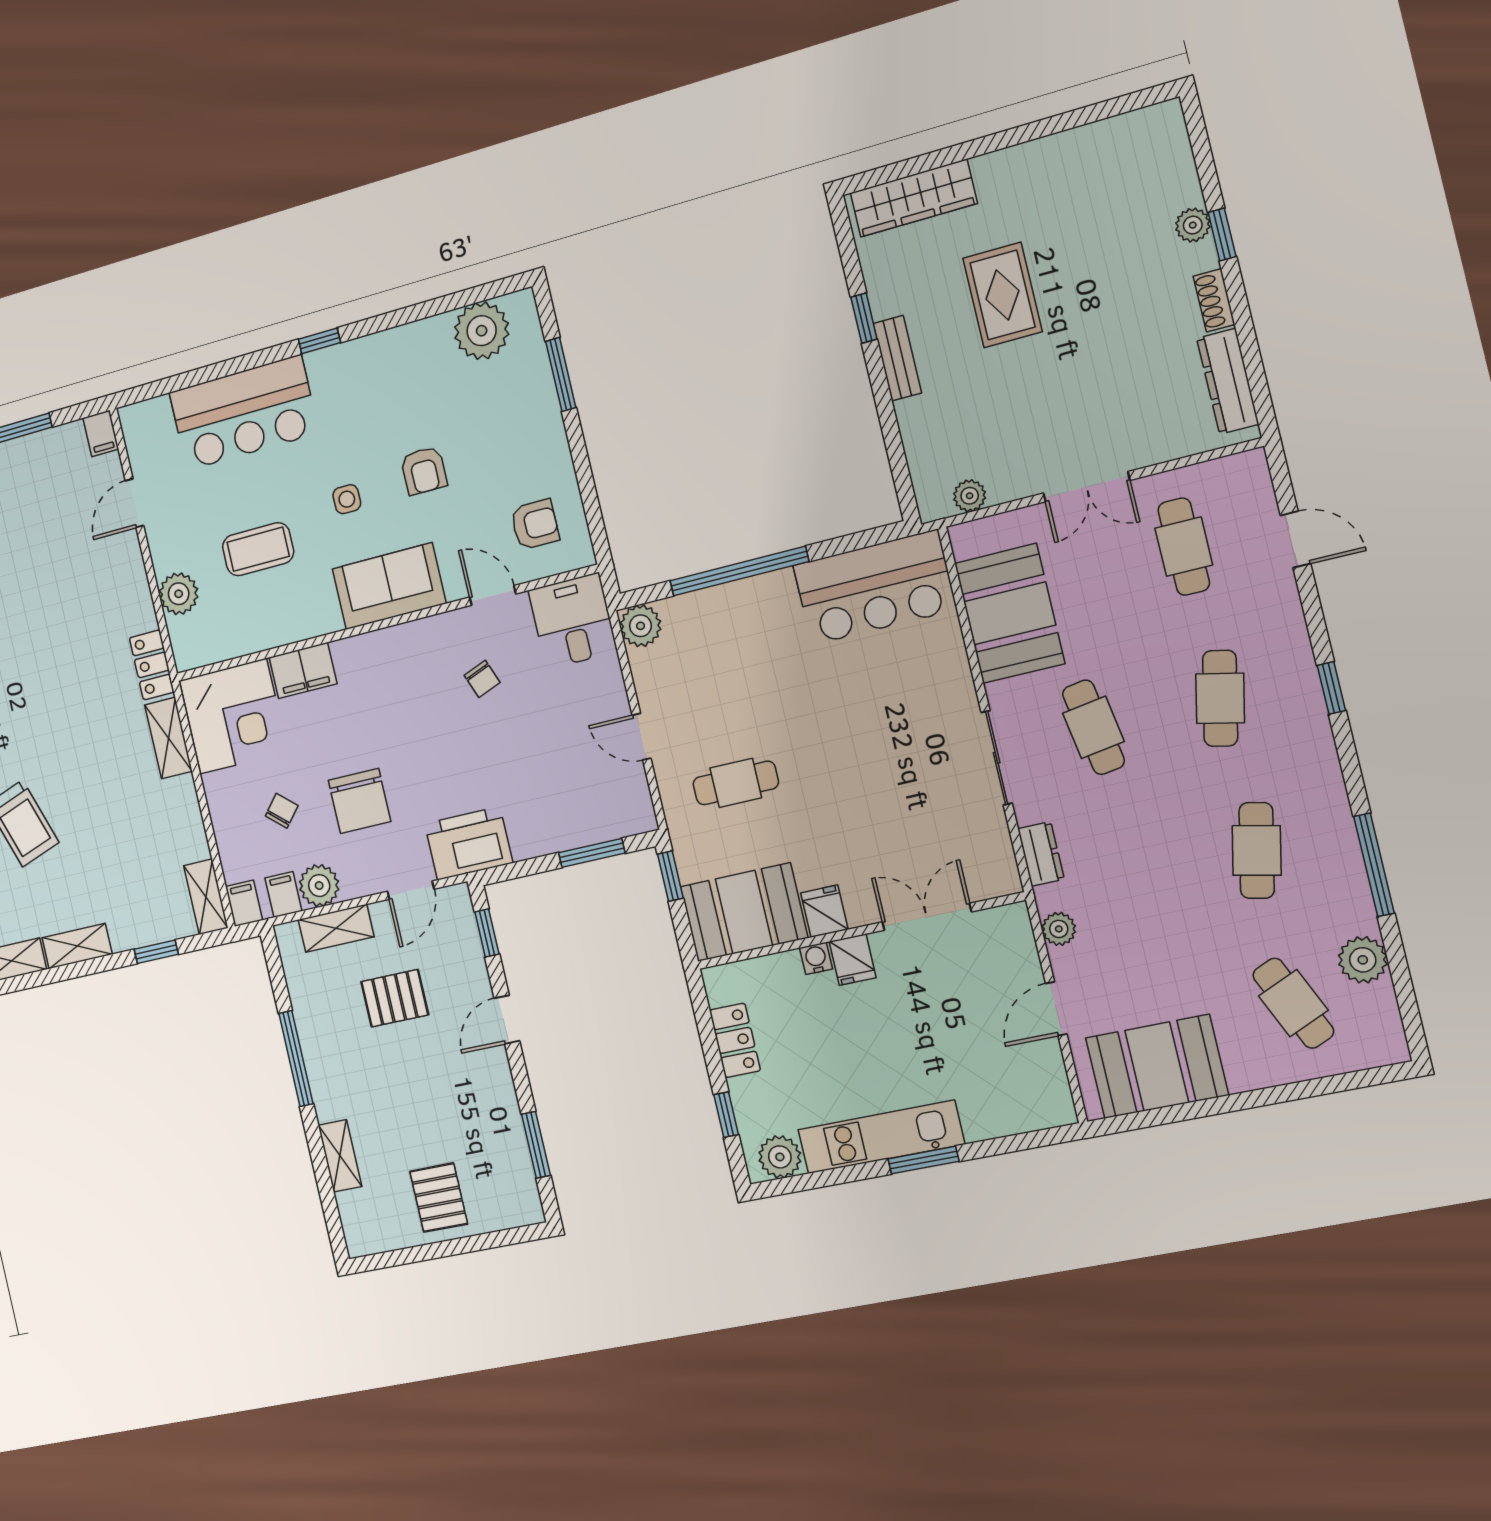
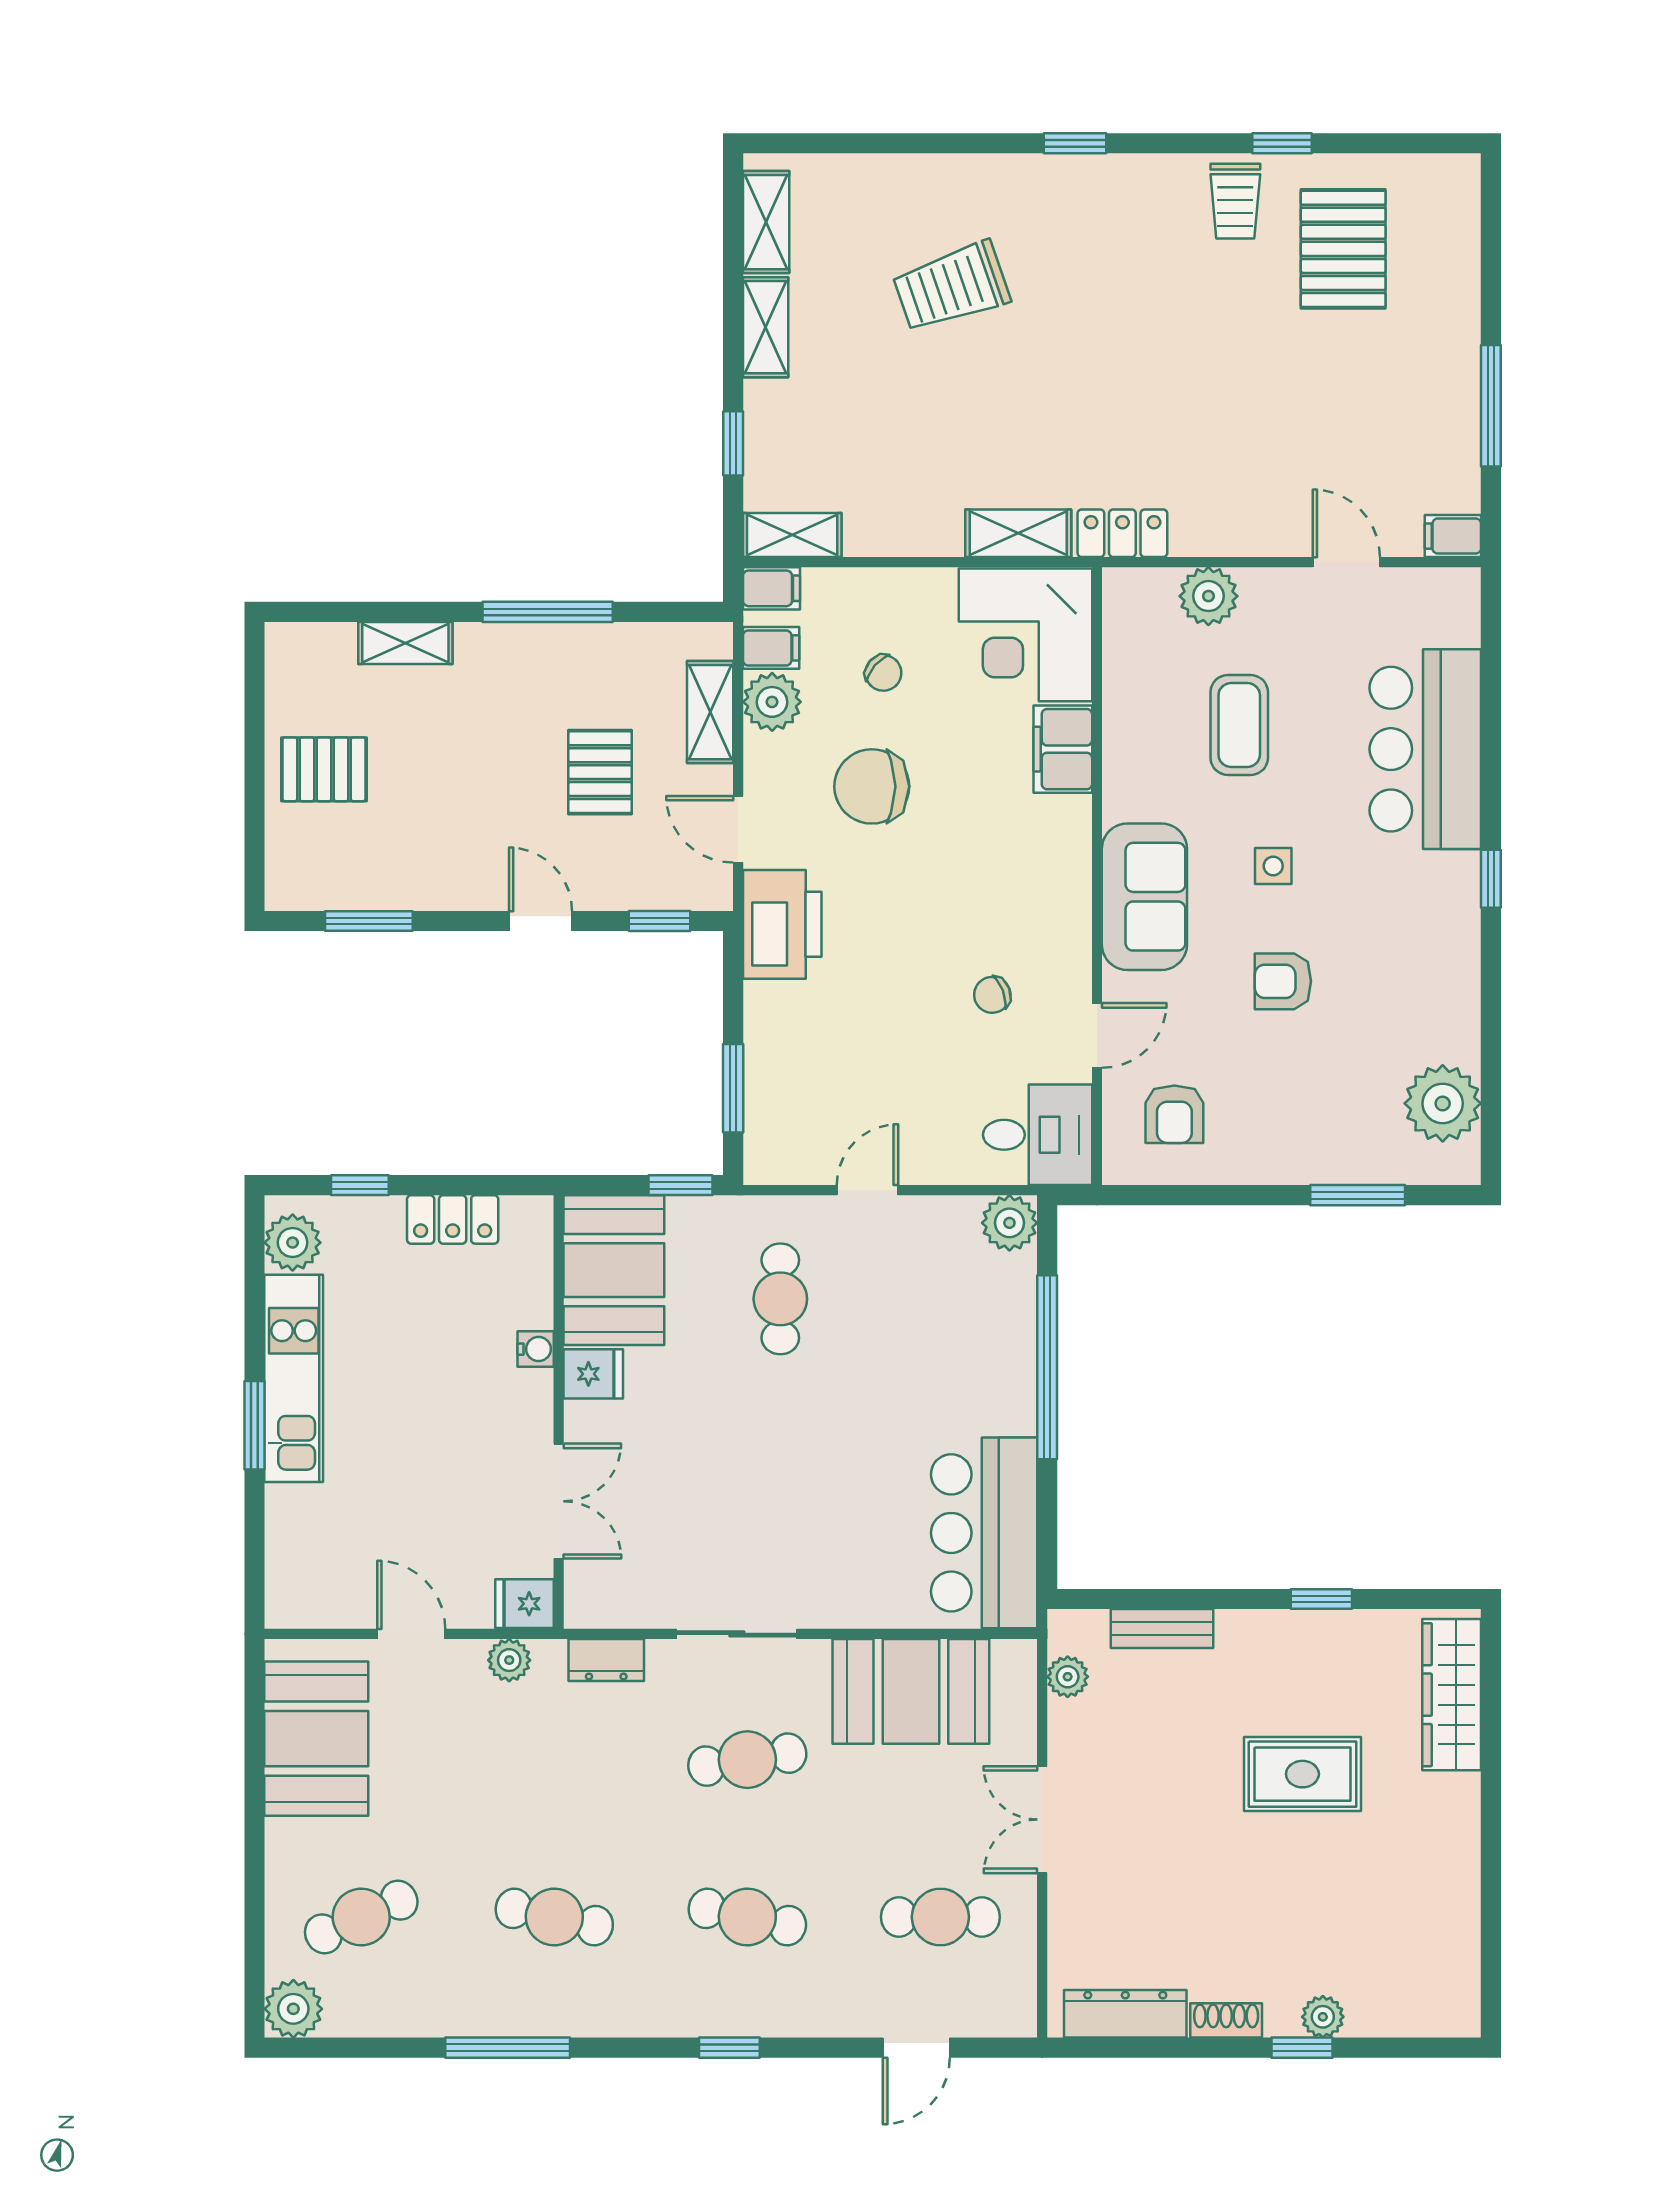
bench: (897, 358) -> (1162, 1629), moved
fridge: (853, 960) -> (524, 1604), moved
plant: (1363, 960) -> (293, 2009), moved

